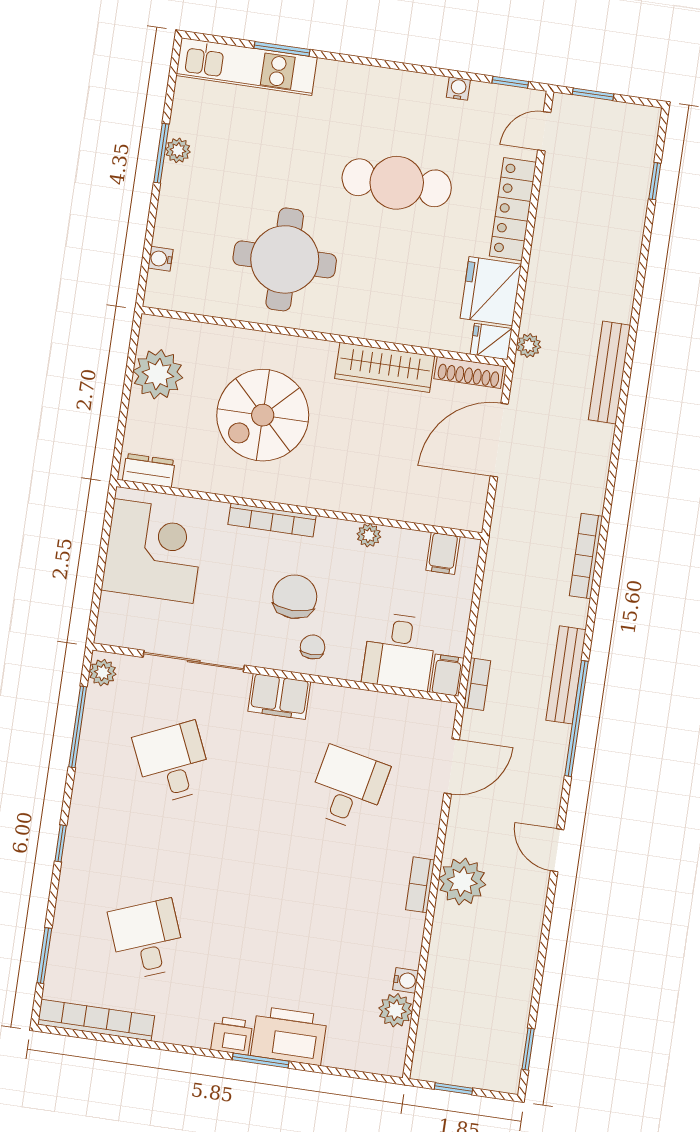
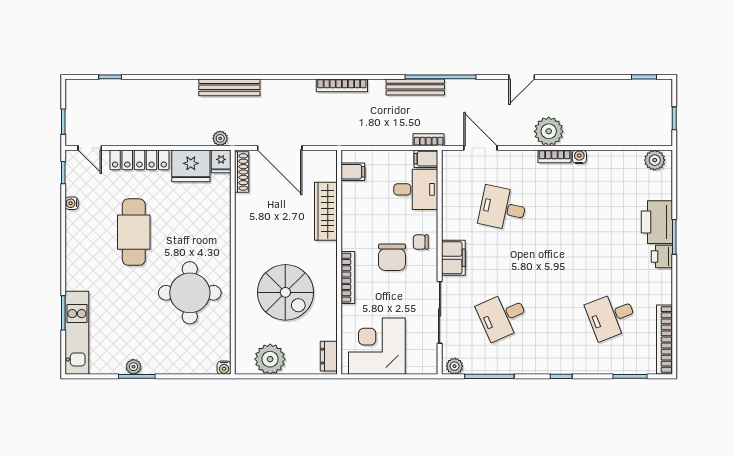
water cooler: (160, 259) -> (224, 368), moved
wardrobe: (385, 367) -> (326, 211), moved, turned 180
plant: (369, 535) -> (348, 218), removed
chair: (295, 597) -> (392, 257), turned -90
water cooler: (406, 980) -> (579, 157), moved
plant: (396, 1010) -> (655, 160), moved

